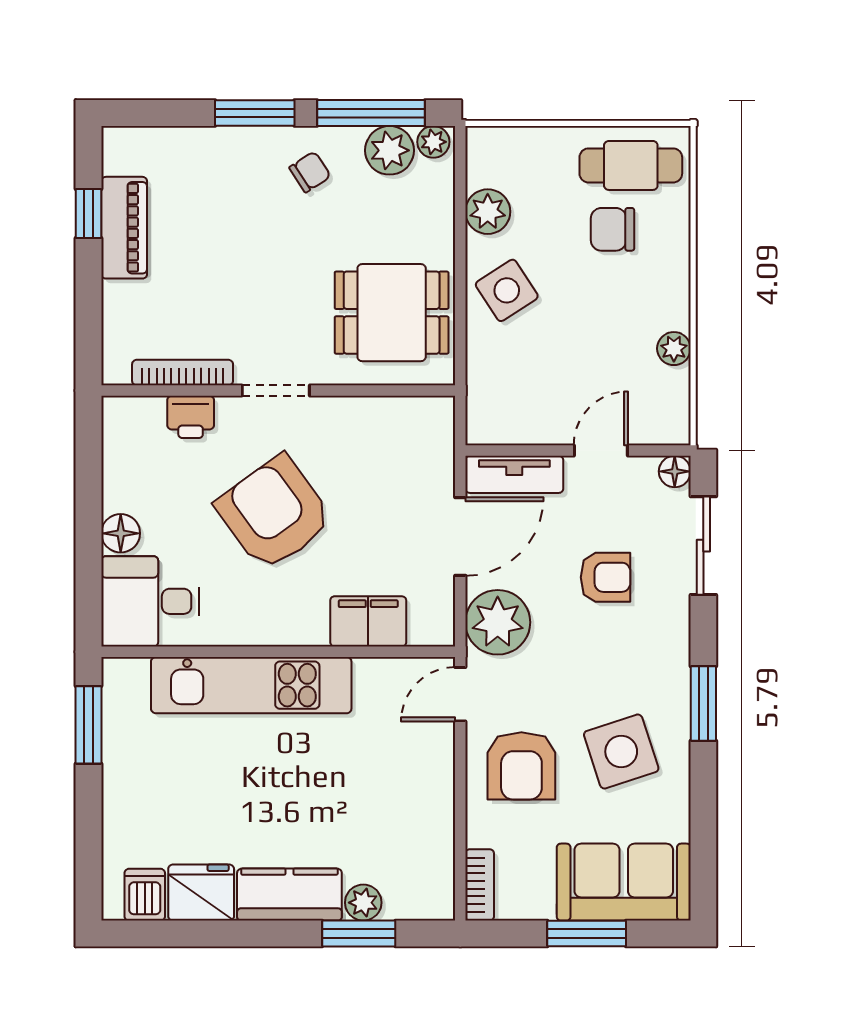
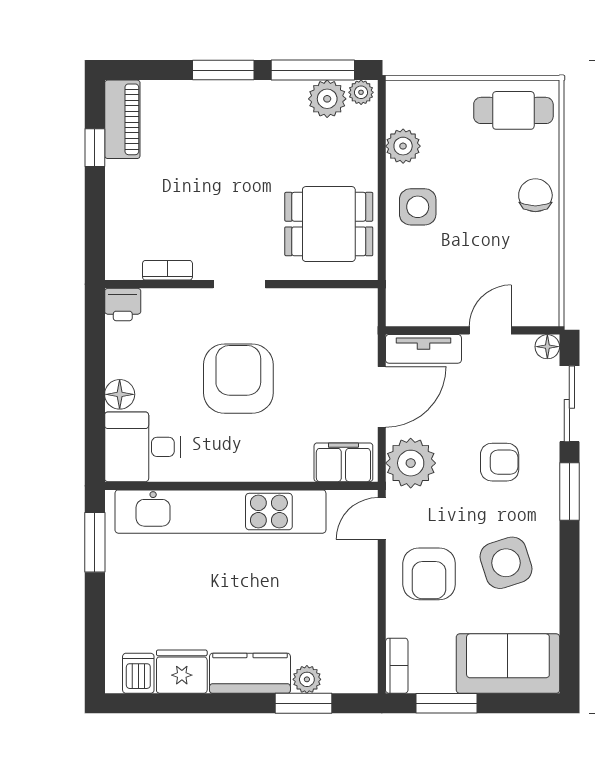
chair: (310, 172) -> (266, 115), removed
piano: (124, 228) -> (122, 119), moved
chair: (612, 229) -> (535, 195), moved, turned 90
side table: (507, 290) -> (418, 207), turned 33
plant: (674, 349) -> (547, 252), removed
bookcase: (183, 373) -> (167, 270), width x0.64
printer: (191, 417) -> (123, 305), moved
armchair: (274, 513) -> (238, 379), turned 36
armchair: (606, 577) -> (500, 462), moved
filing cabinet: (368, 621) -> (343, 462), moved
kitchen unit: (251, 685) -> (220, 512), width x1.36
window: (703, 703) -> (569, 492), moved
window: (587, 934) -> (446, 703), moved

